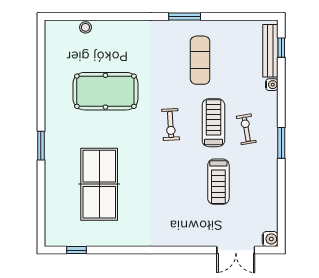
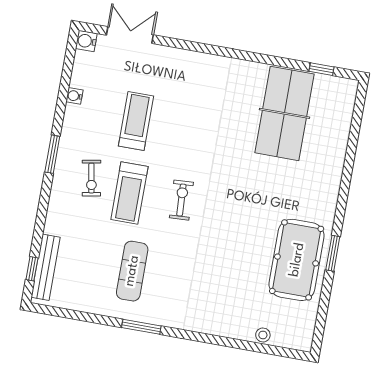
water cooler: (272, 85) -> (74, 96), moved
pool table: (105, 91) -> (297, 260), moved, turned 90
window: (41, 146) -> (333, 253), moved
table tennis table: (99, 184) -> (285, 113), moved

